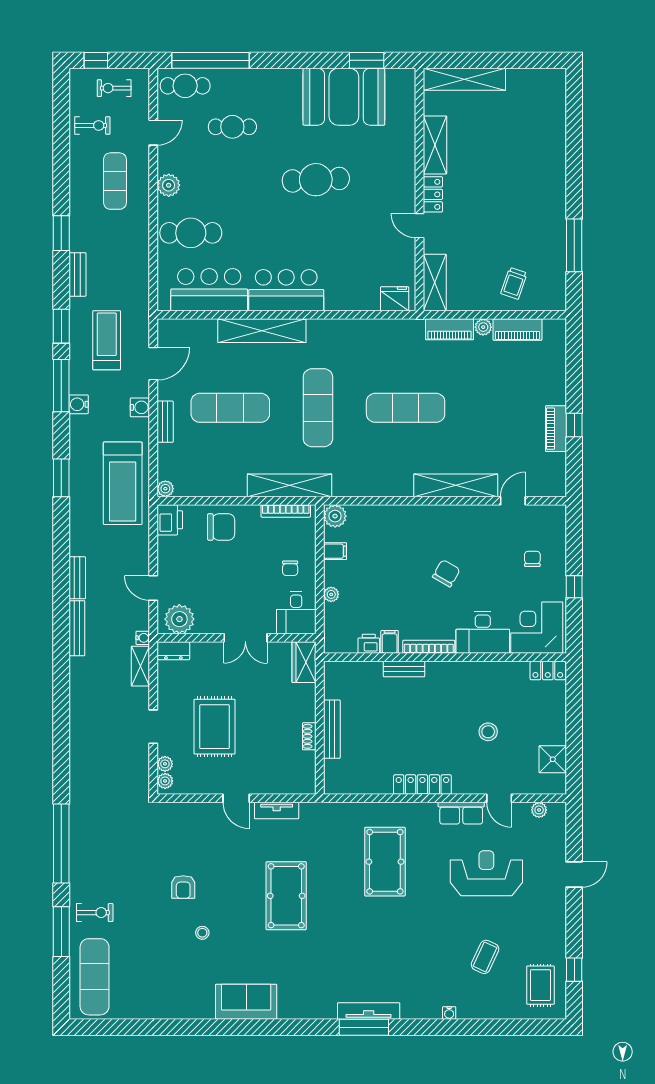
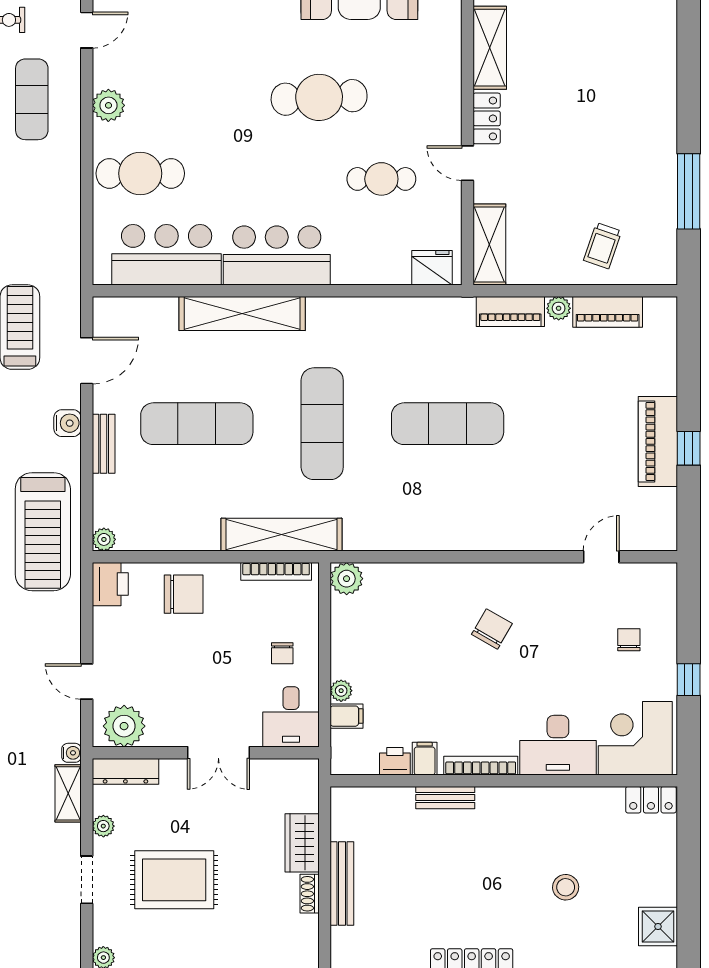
cafe table: (232, 127) -> (381, 179), moved
piano: (556, 429) -> (658, 441), width x1.37, depth x1.33
shelving: (456, 485) -> (519, 535), removed
filing cabinet: (335, 551) -> (347, 716), moved
chair: (446, 573) -> (492, 629), moved
dresser: (173, 651) -> (125, 771), width x1.44
wardrobe: (304, 662) -> (302, 843), moved
rug: (215, 727) -> (174, 880), turned 90
plant: (165, 764) -> (103, 826), moved

